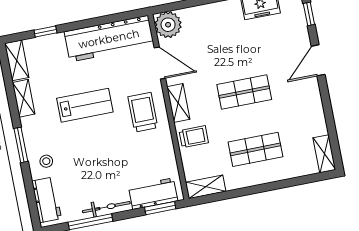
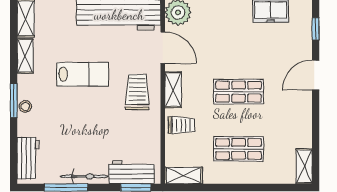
stool: (46, 161) -> (25, 106), moved

